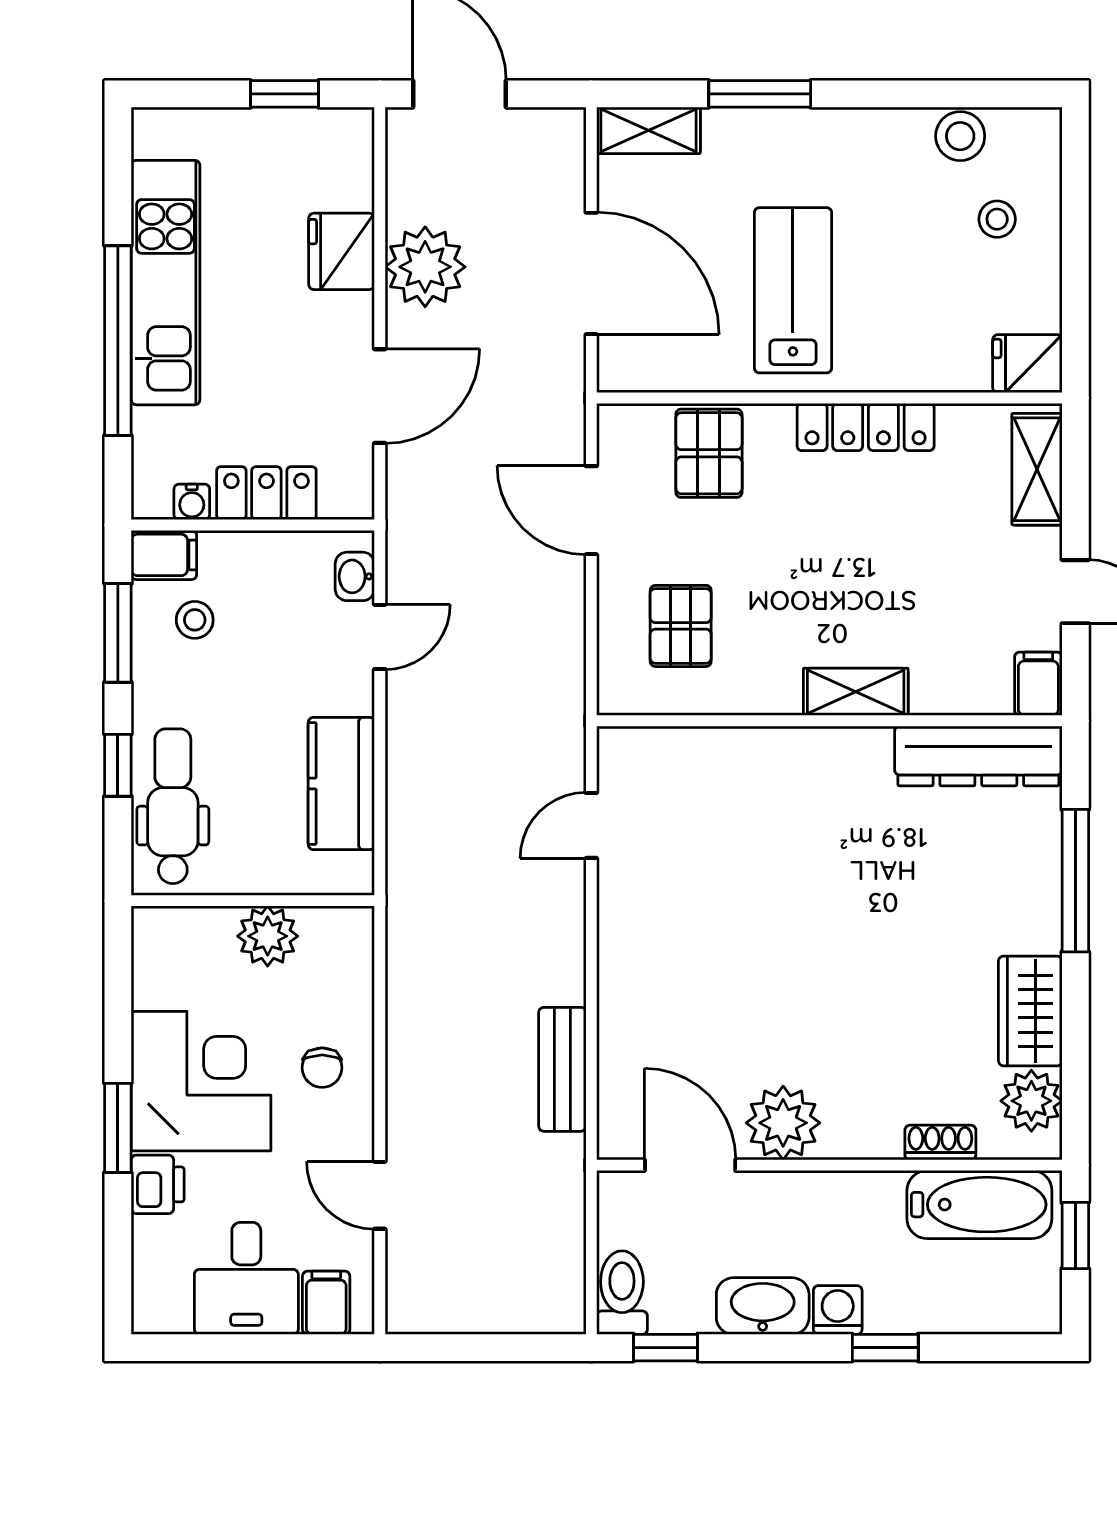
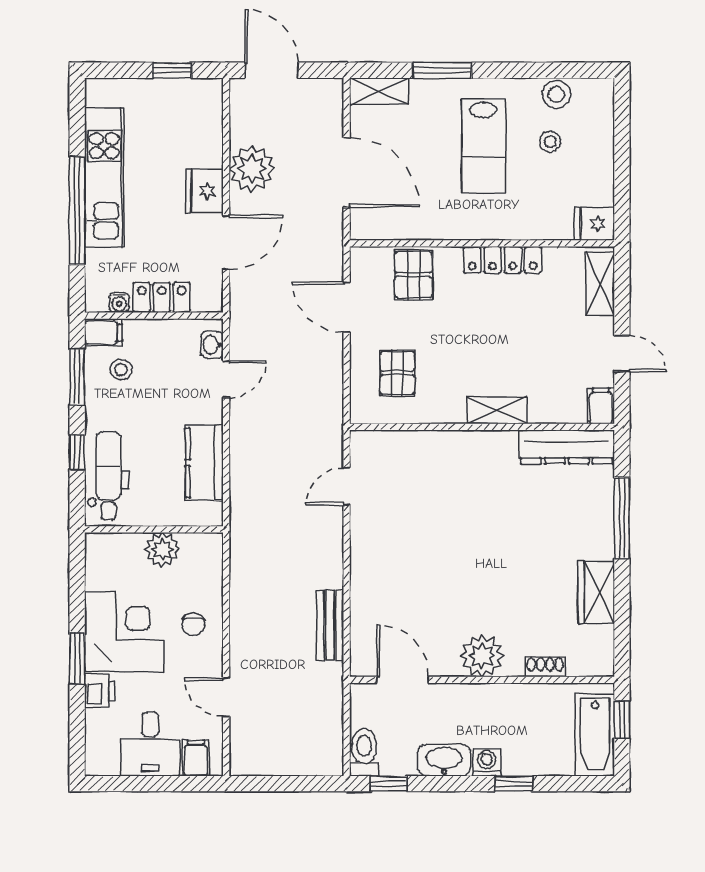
stool: (997, 219) -> (550, 142), moved
fridge: (342, 251) -> (204, 191), moved
lab bench: (793, 290) -> (483, 146), moved, turned 180
plant: (1031, 1101) -> (597, 643), removed
plant: (783, 1123) -> (482, 656), moved
bathtub: (979, 1205) -> (595, 735), moved, turned 90

